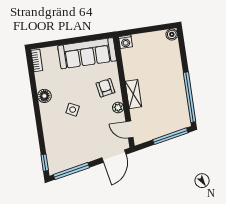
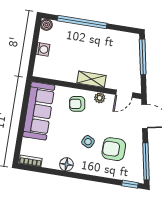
washing machine: (125, 42) -> (43, 49), moved
window: (190, 97) -> (82, 22), moved
armchair: (73, 137) -> (114, 149), added

